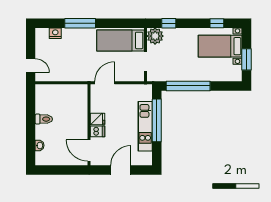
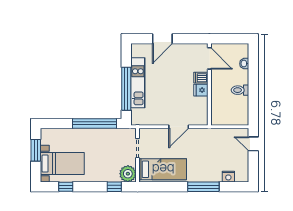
fridge: (98, 119) -> (201, 90), moved
wall: (89, 125) -> (209, 84), moved
dishwasher: (98, 131) -> (201, 78), moved
door: (89, 151) -> (209, 58), moved

